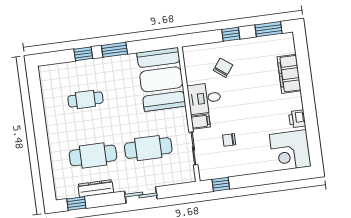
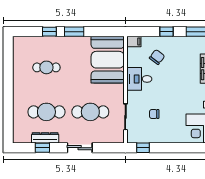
filing cabinet: (201, 122) -> (134, 42), moved
window: (76, 204) -> (42, 148), moved

